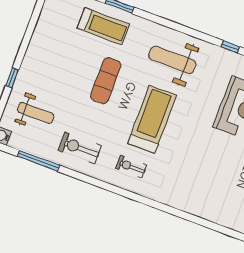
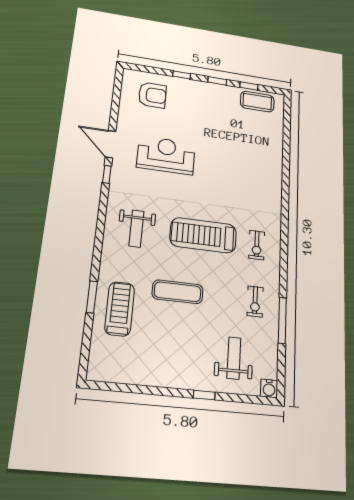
weight bench: (172, 60) -> (136, 229), width x0.73, depth x0.75
exercise bike: (80, 148) -> (255, 301), width x0.73, depth x0.72
window: (38, 161) -> (282, 320), moved

